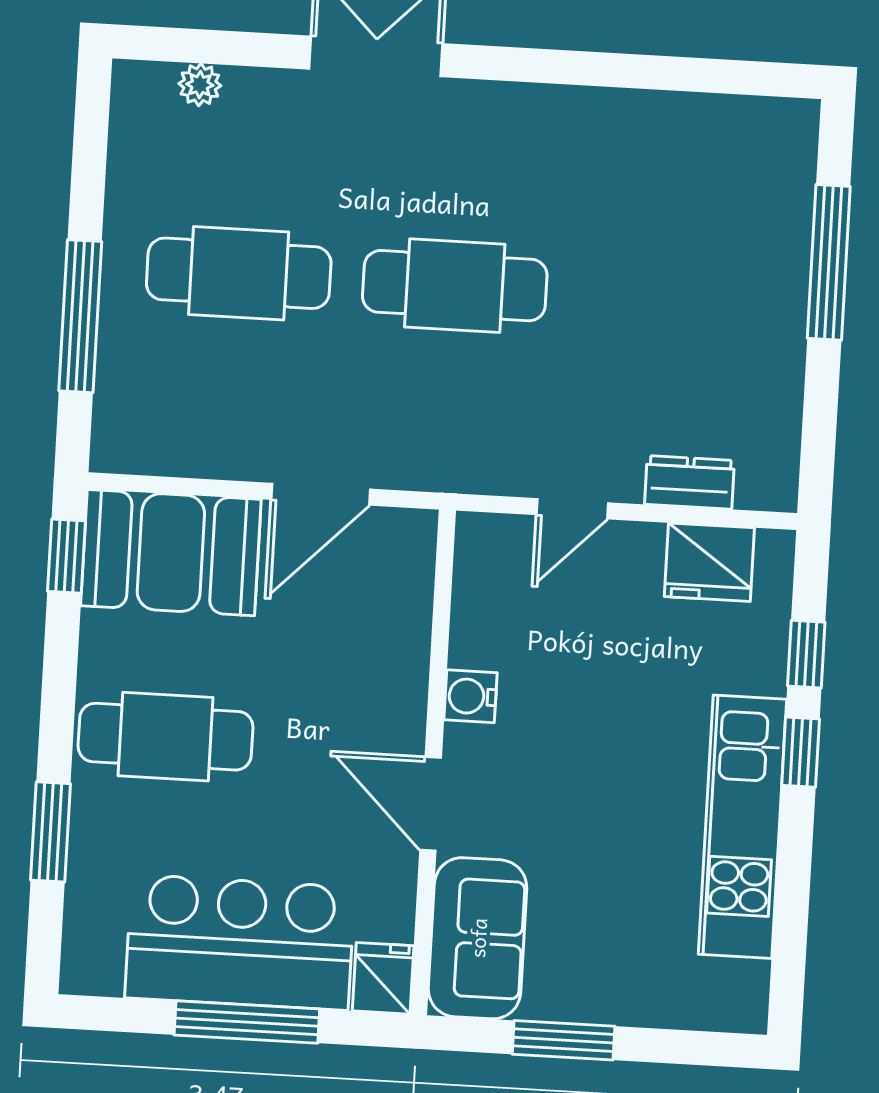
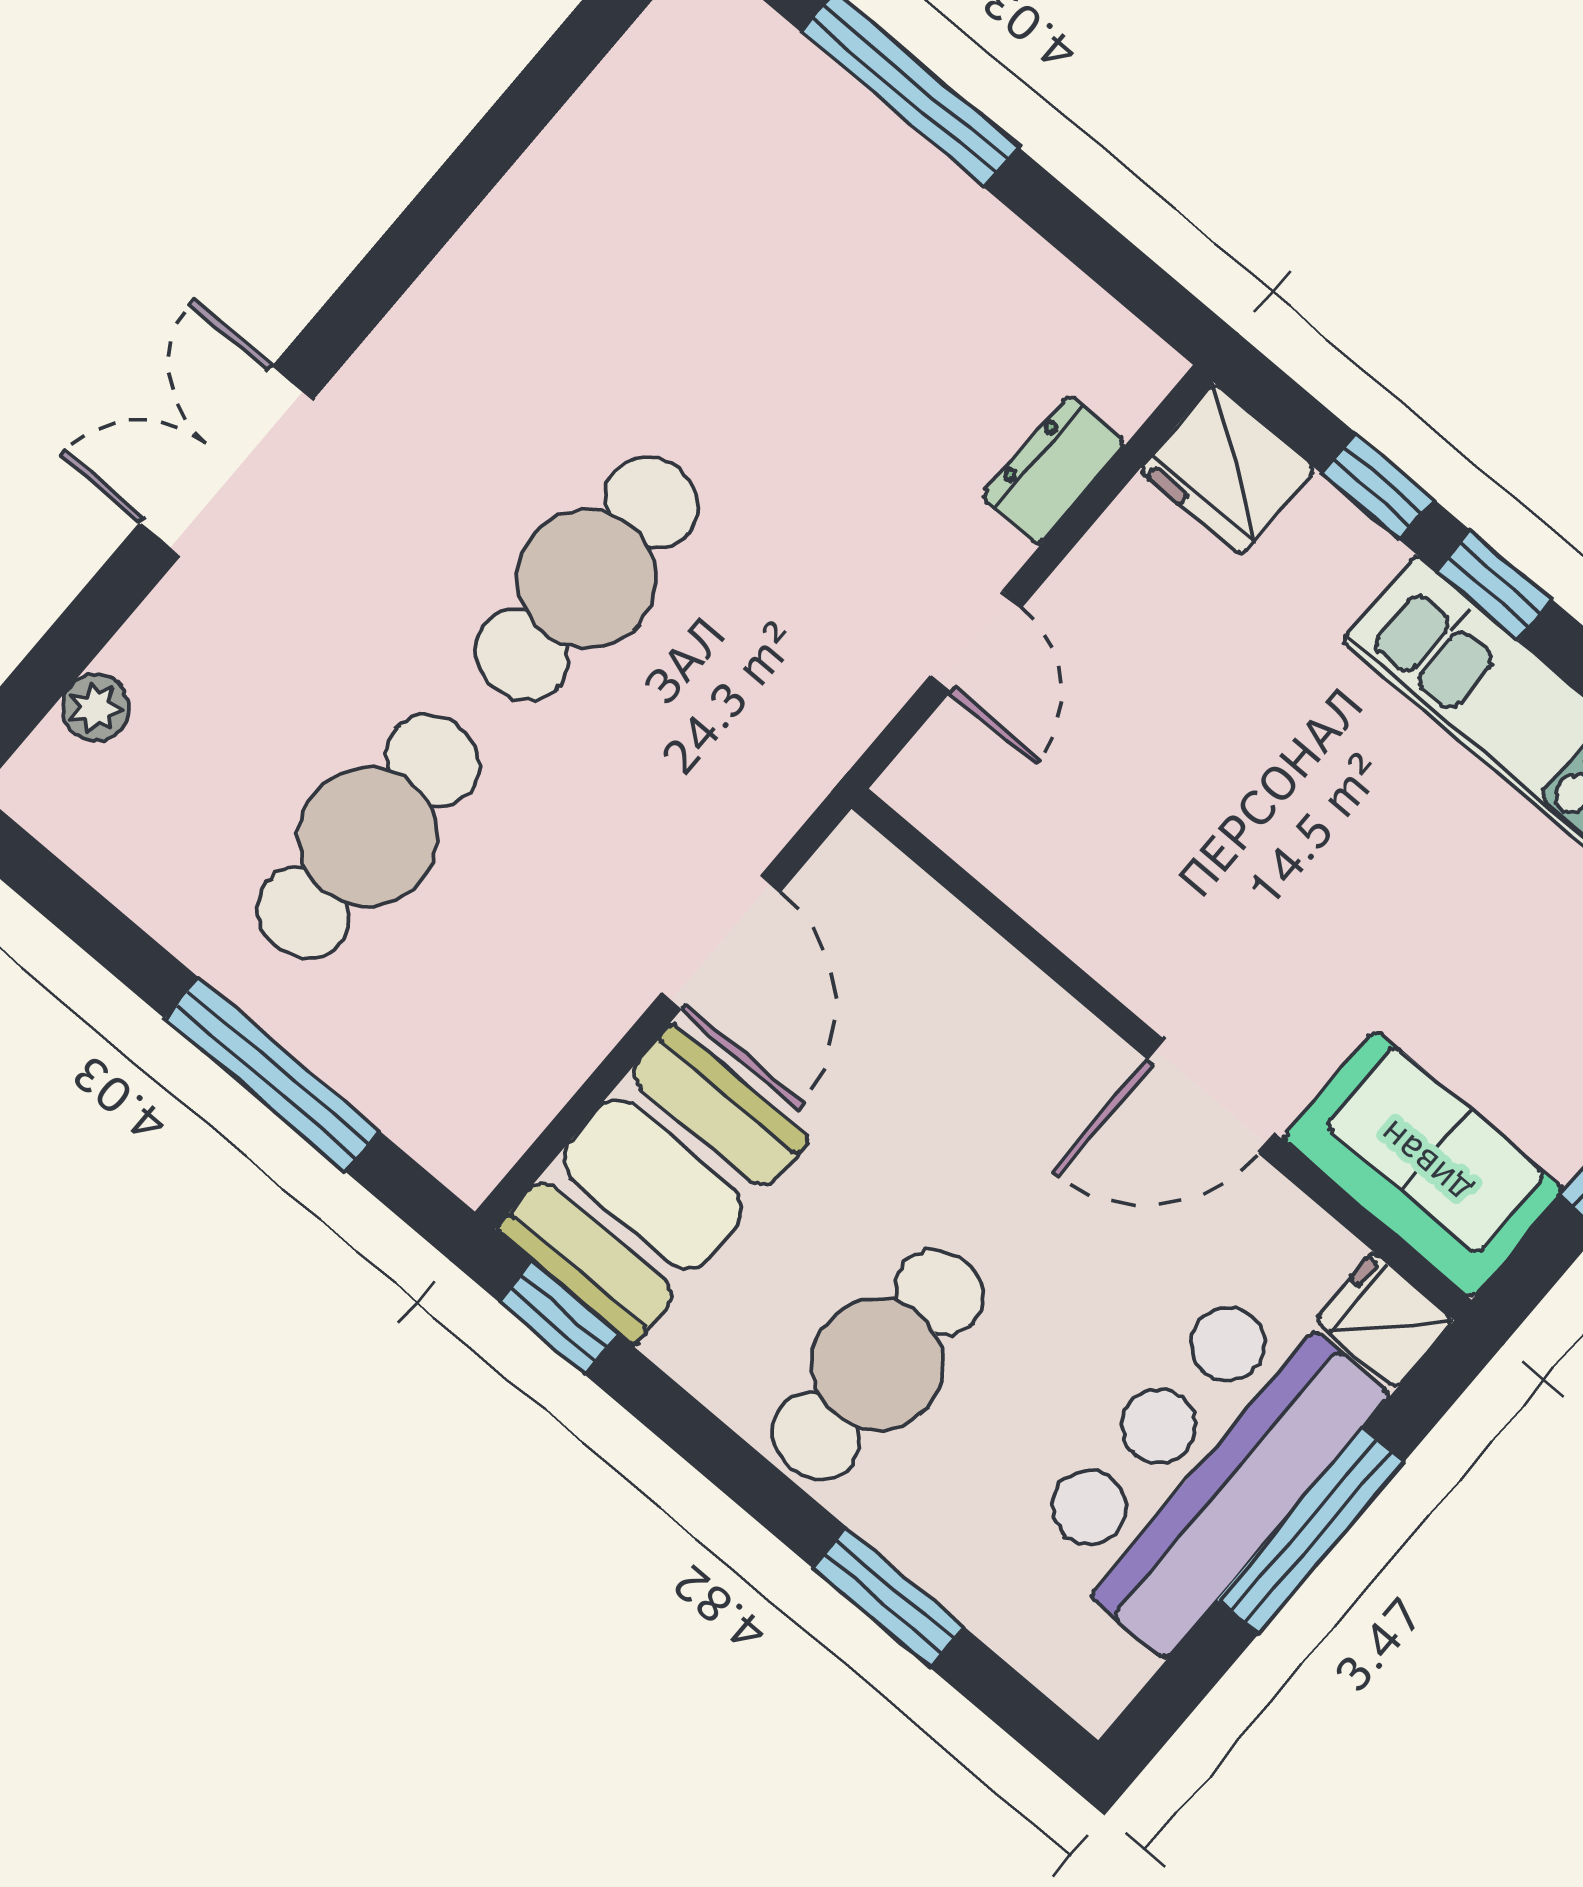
fridge: (709, 562) -> (1227, 470), moved, turned 90
water cooler: (471, 696) -> (1114, 945), removed

